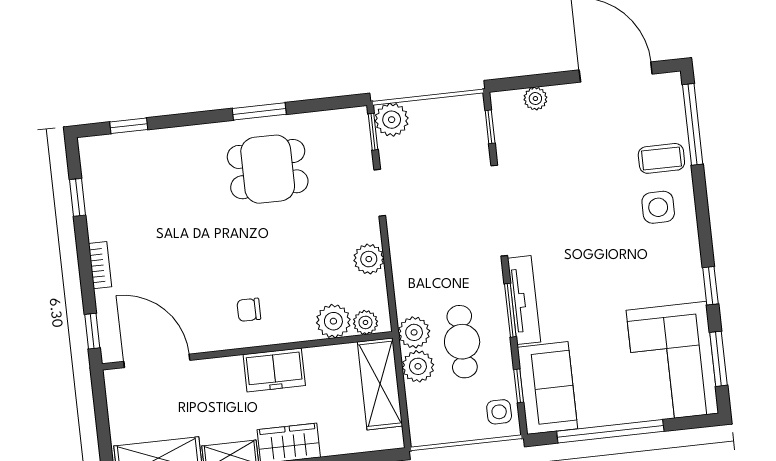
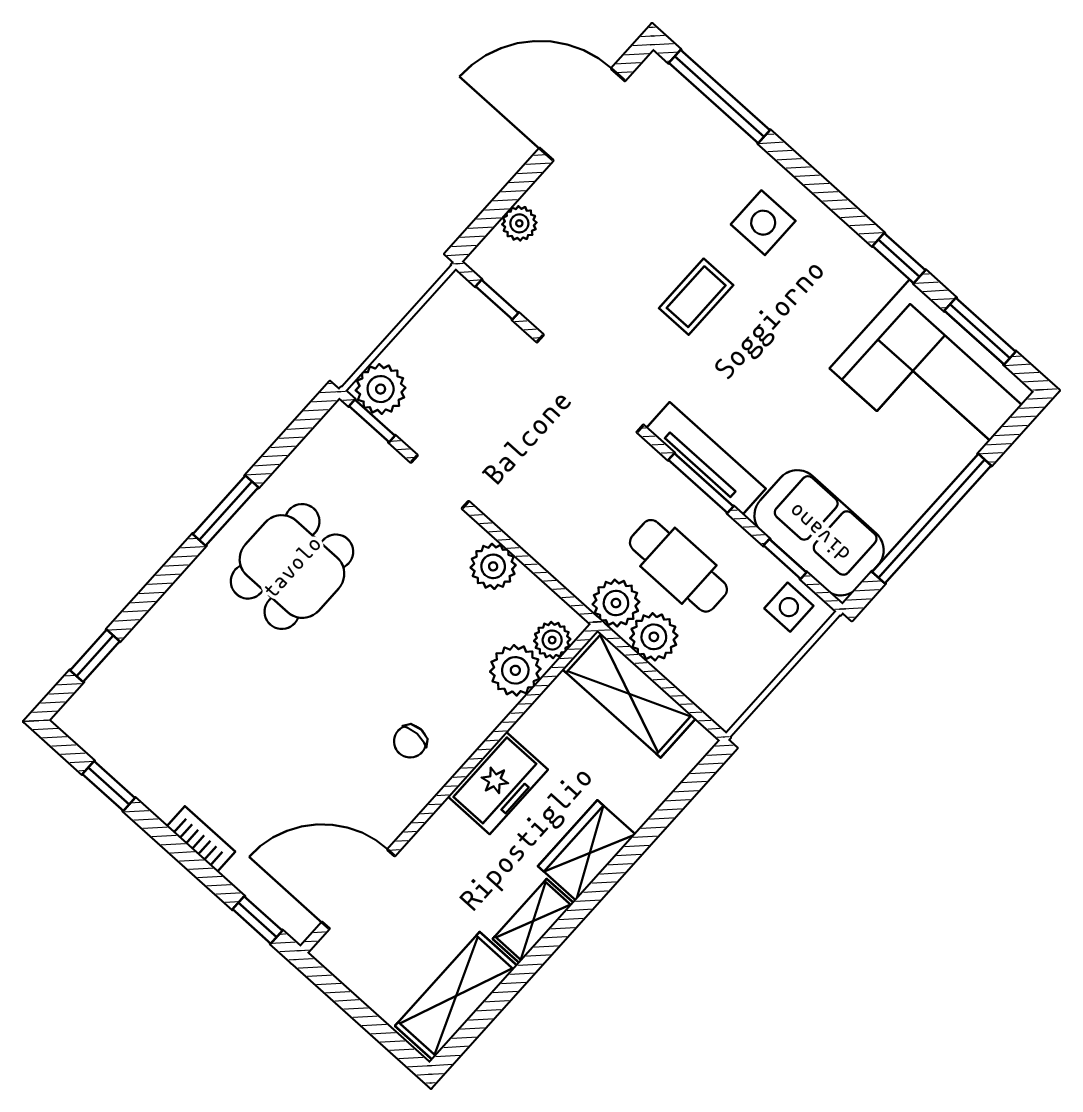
coffee table: (661, 158) -> (696, 297), moved

